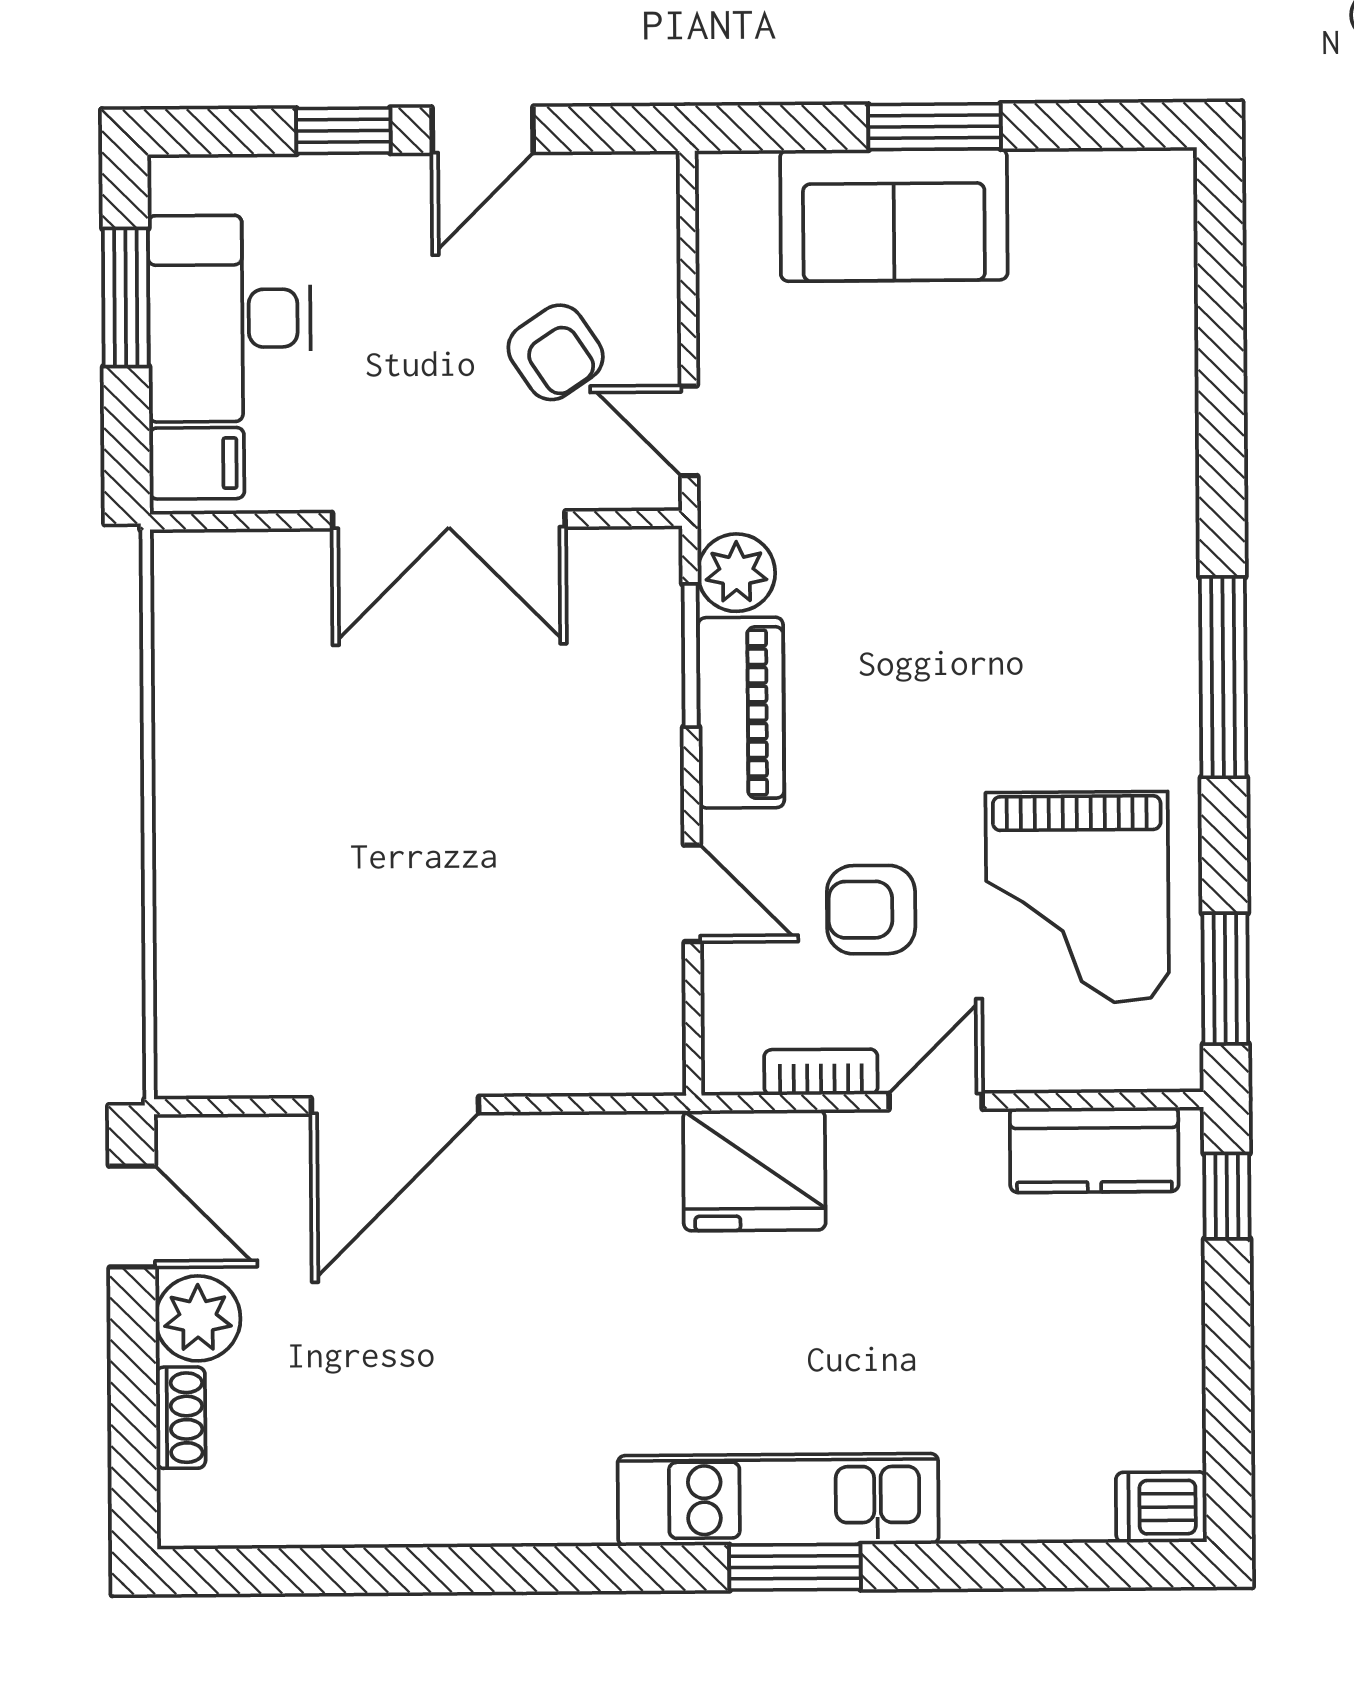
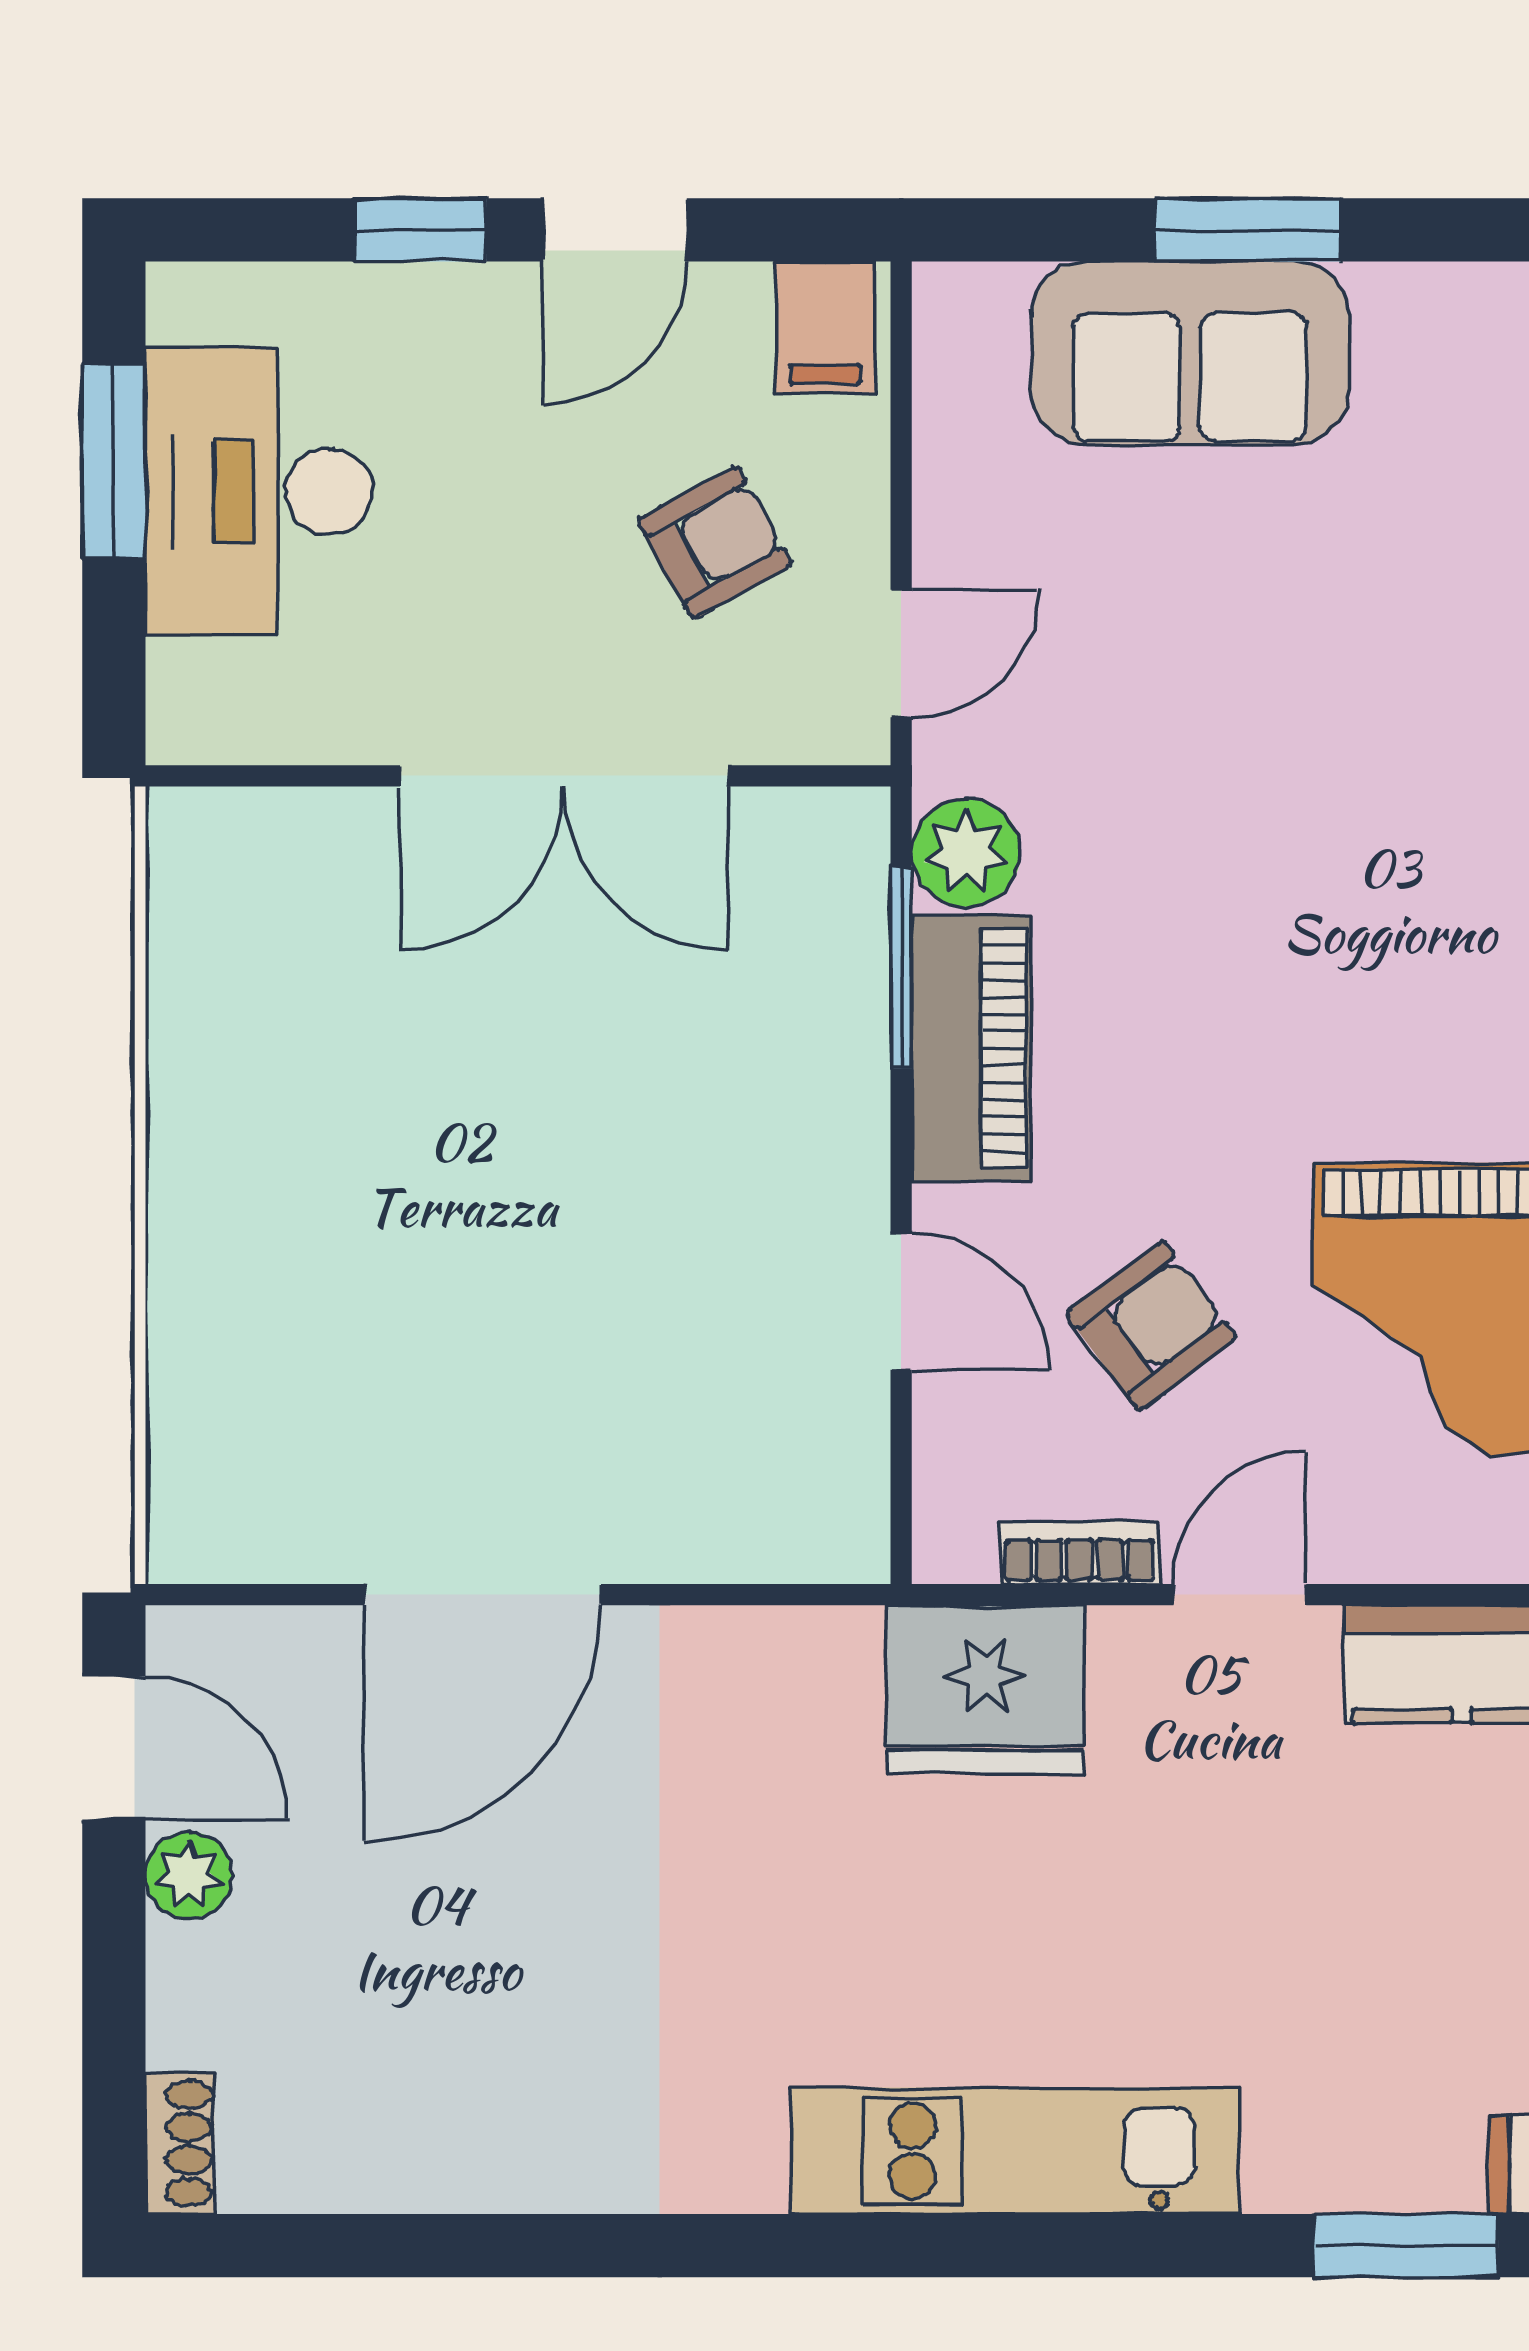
armchair: (556, 352) -> (715, 542), turned -85
door: (689, 431) -> (901, 653), swing flipped
filing cabinet: (197, 463) -> (825, 328), moved, turned 90
armchair: (871, 910) -> (1151, 1325), turned 143
plant: (198, 1318) -> (189, 1875), width x0.73, depth x0.73
shoe rack: (181, 1418) -> (180, 2143), moved
window: (795, 1567) -> (1406, 2246), moved

